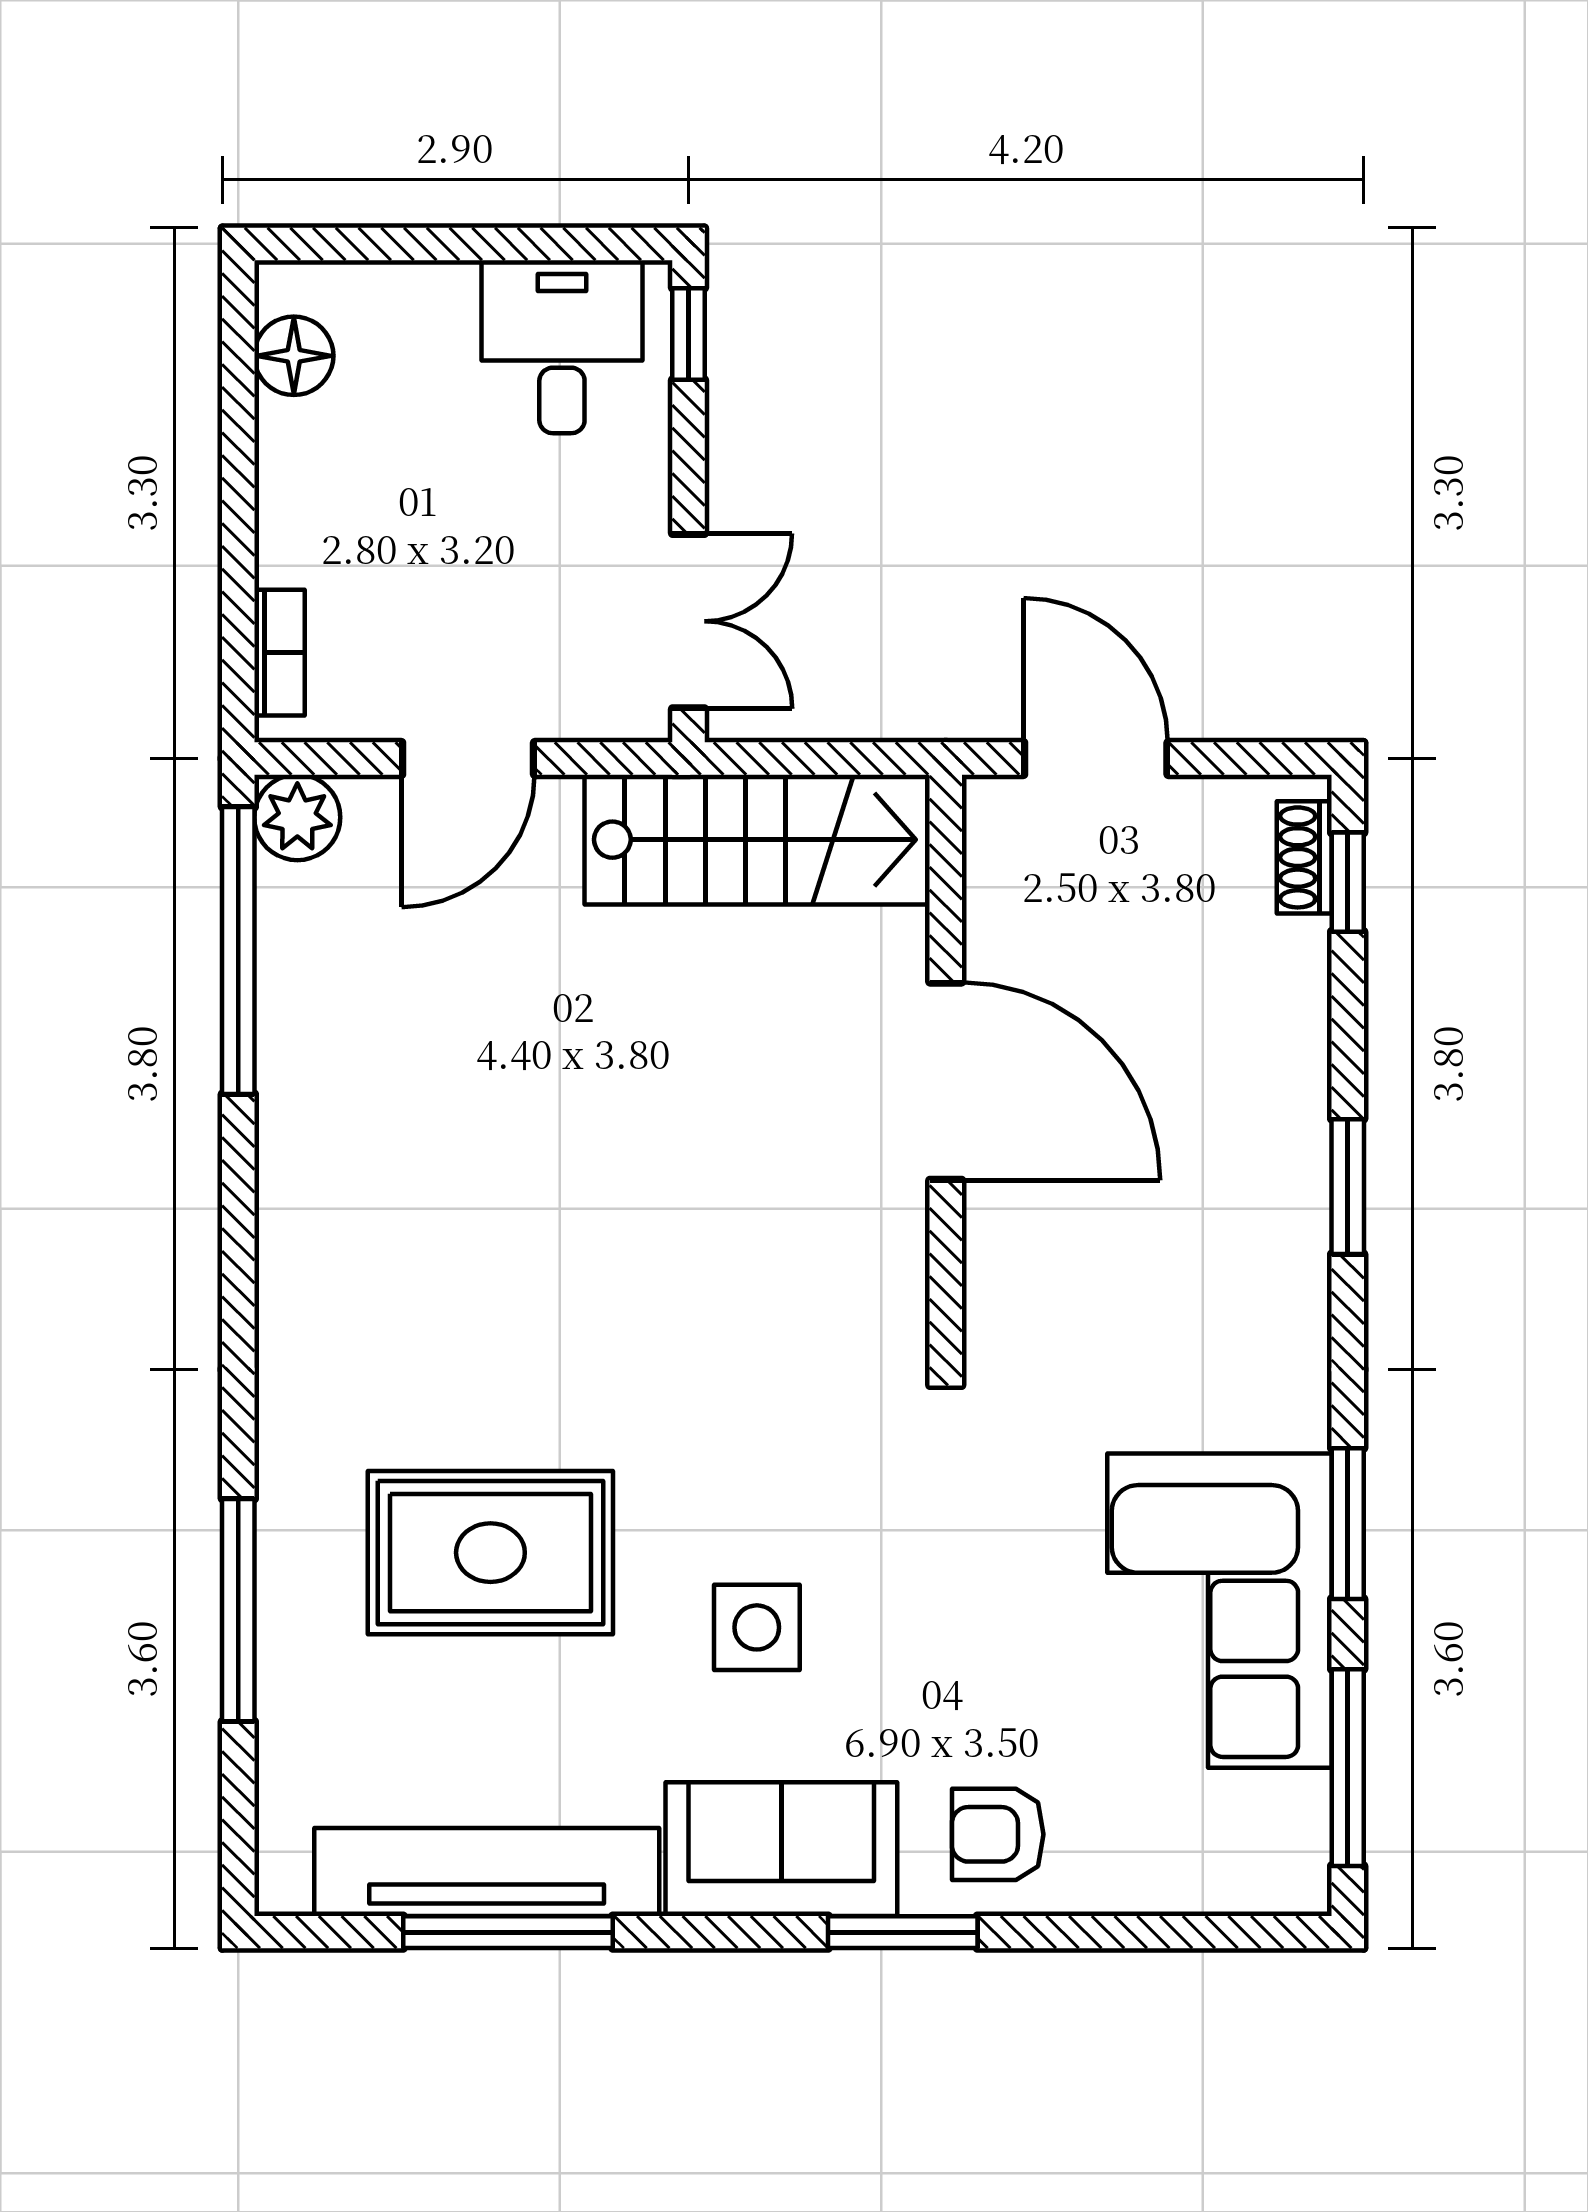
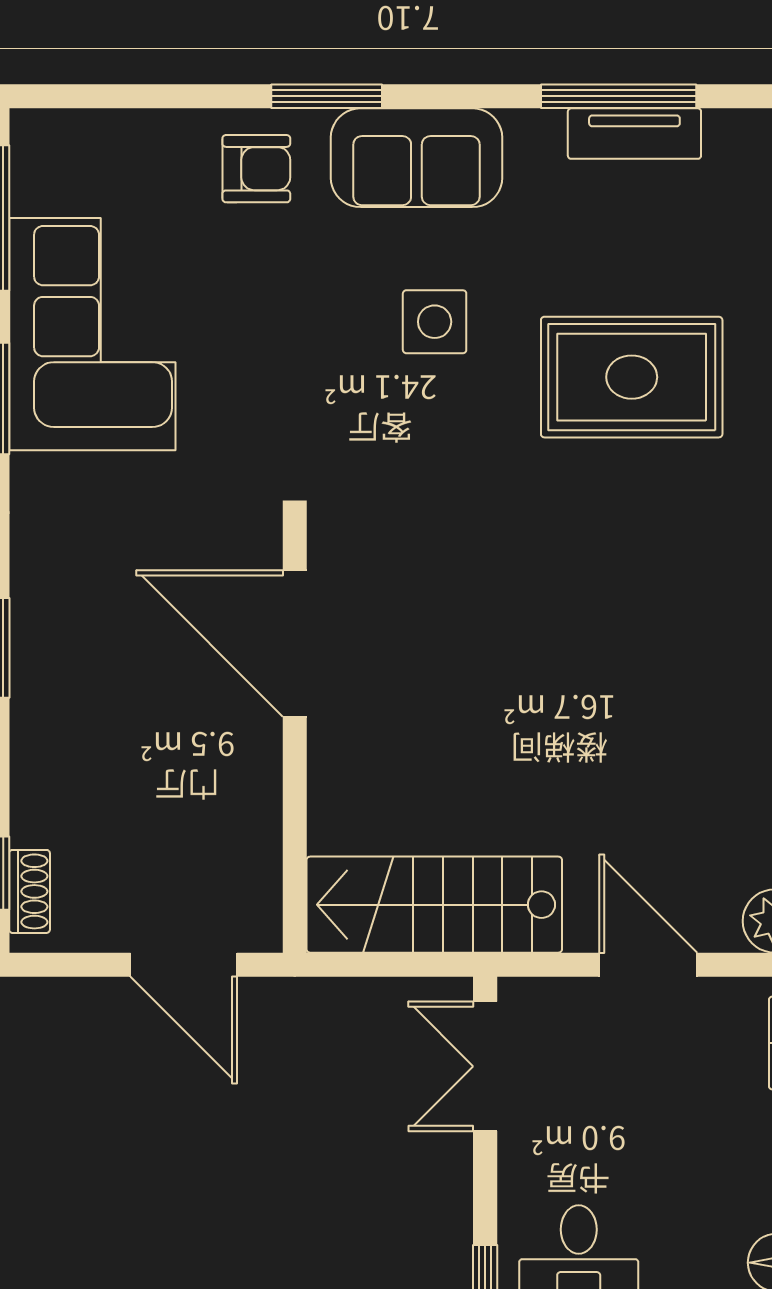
door: (468, 758) -> (648, 965), hinge flipped
door: (946, 1081) -> (295, 644), moved
tv unit: (487, 1872) -> (634, 134), width x0.52, depth x0.78

